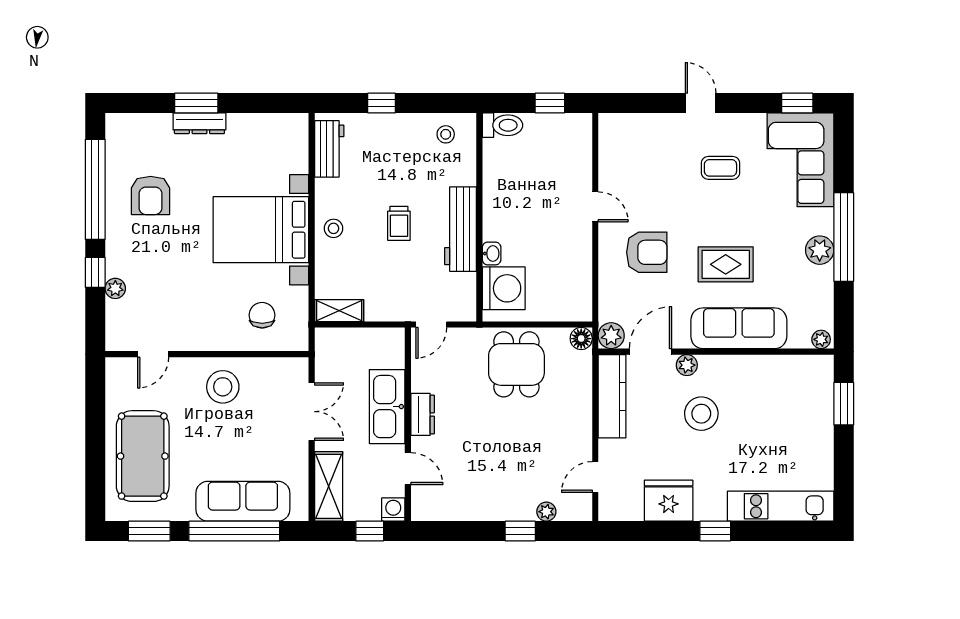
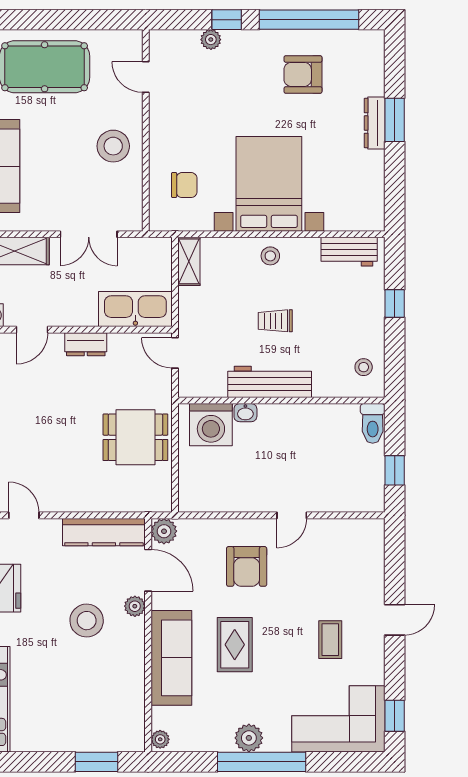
floor lamp: (581, 339) -> (161, 501), removed
kitchen sink: (387, 407) -> (135, 309), moved

